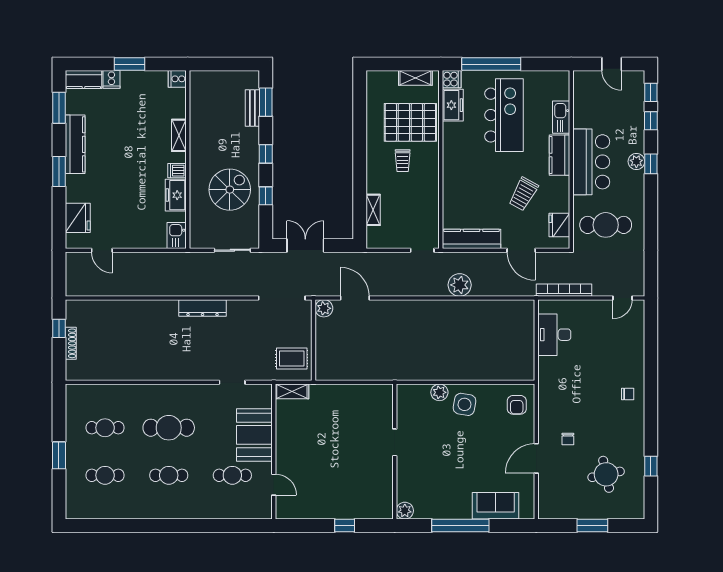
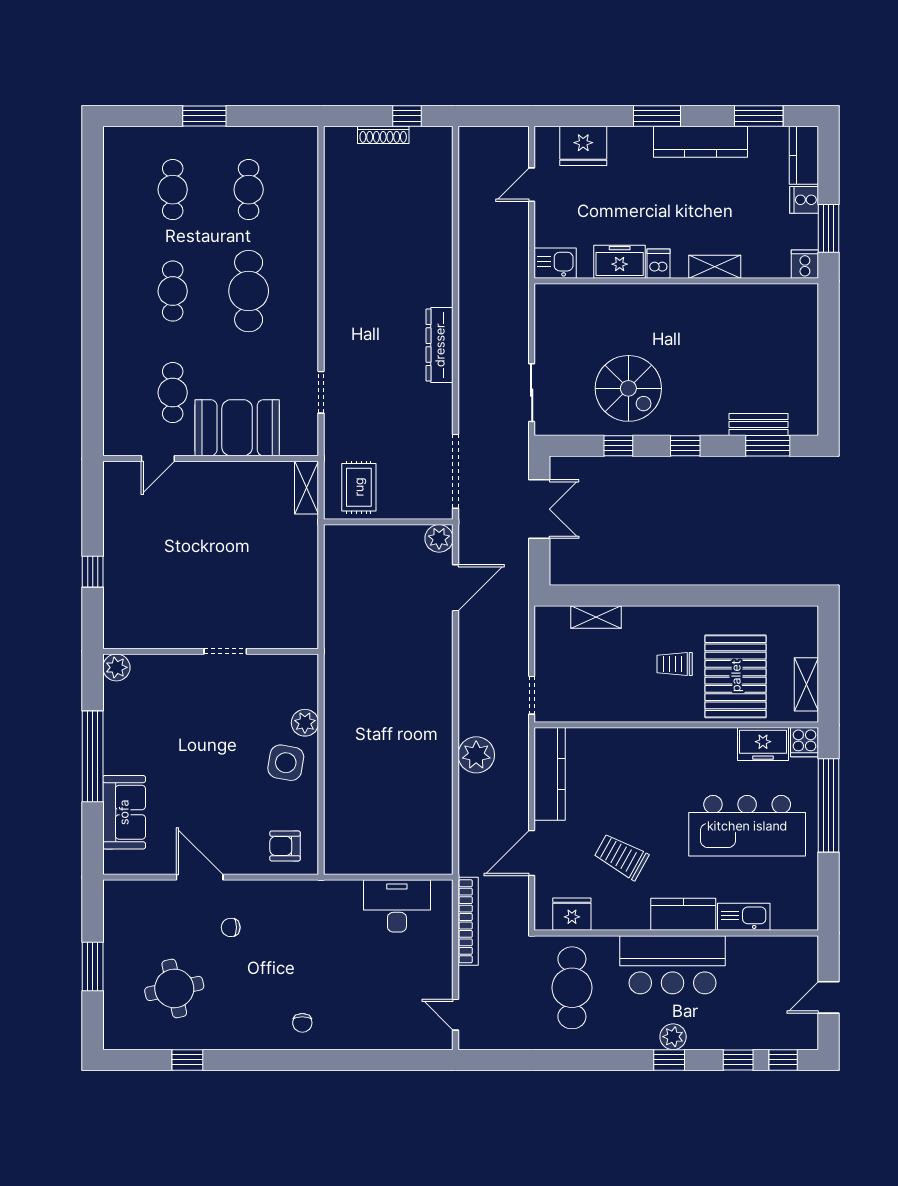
cooker: (177, 79) -> (805, 264), moved
shelving: (179, 135) -> (715, 267), moved
wall: (188, 160) -> (676, 281), moved
dishwasher: (177, 171) -> (659, 264), moved
freezer: (176, 195) -> (620, 262), moved
kitchen sink: (177, 235) -> (555, 263), moved

